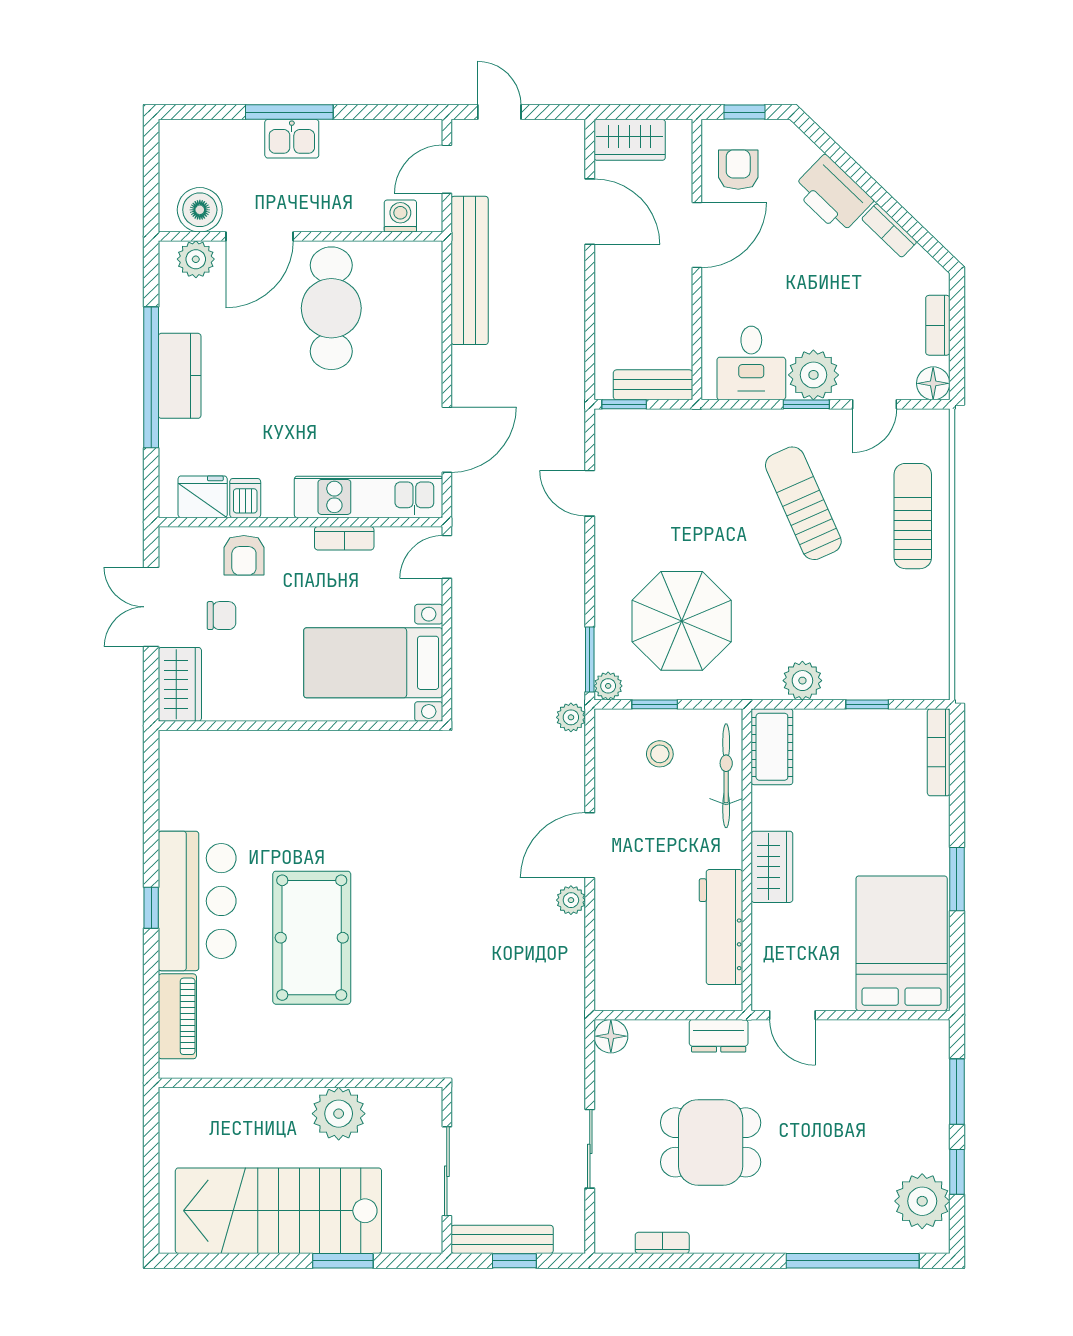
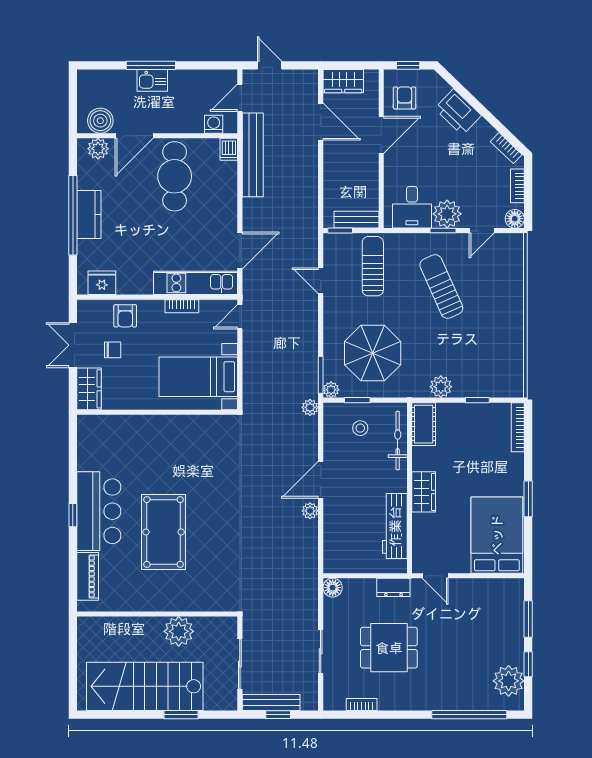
bookcase: (889, 230) -> (506, 148), moved
dishwasher: (245, 498) -> (229, 149), moved, turned 180
sun lounger: (913, 516) -> (373, 266), moved

